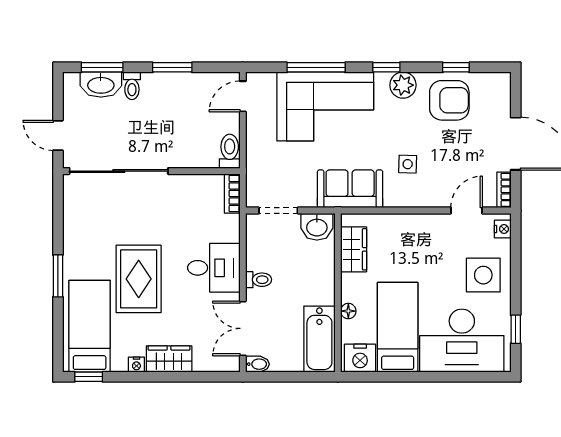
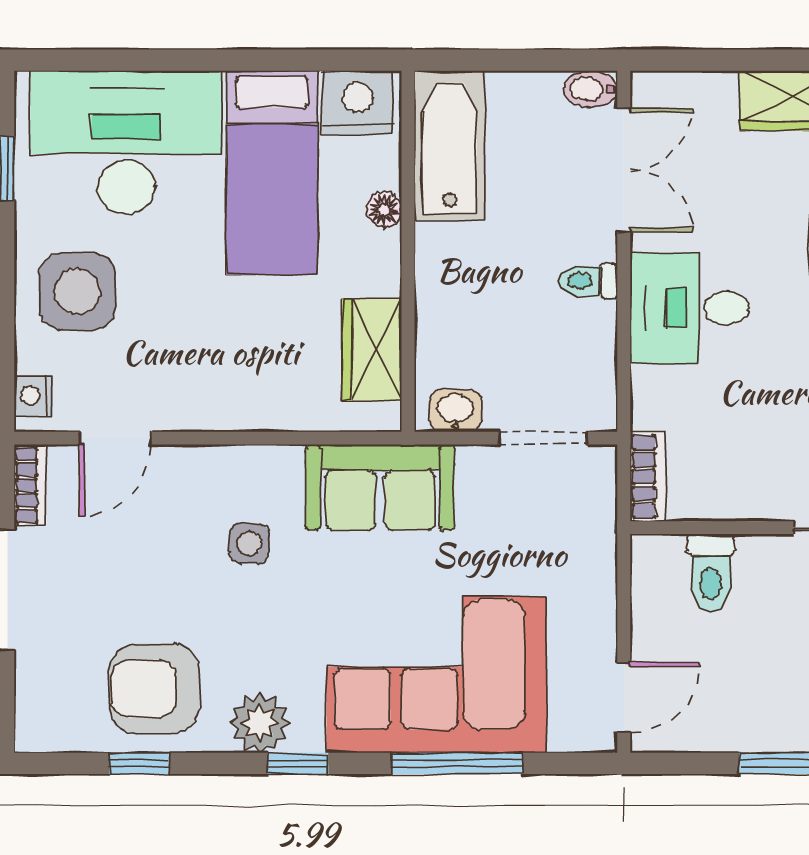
toilet: (230, 151) -> (711, 573), moved
washbasin: (317, 227) -> (455, 411), width x0.72, depth x0.69

